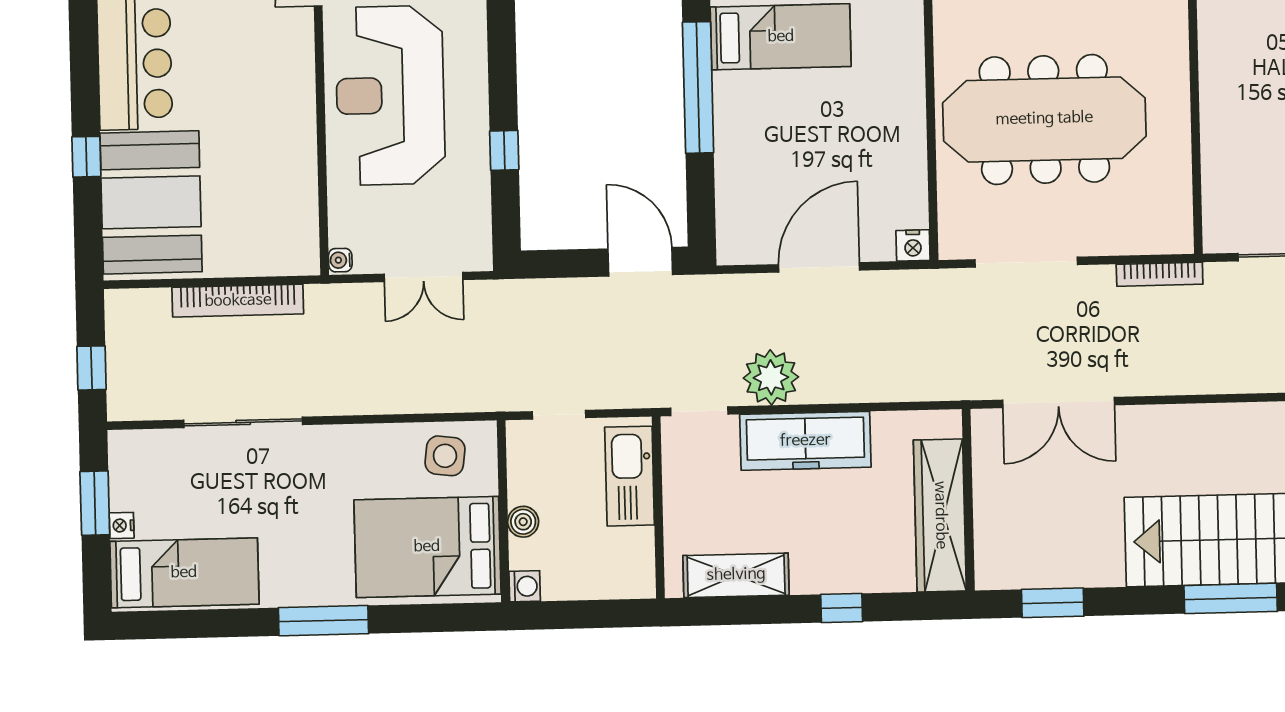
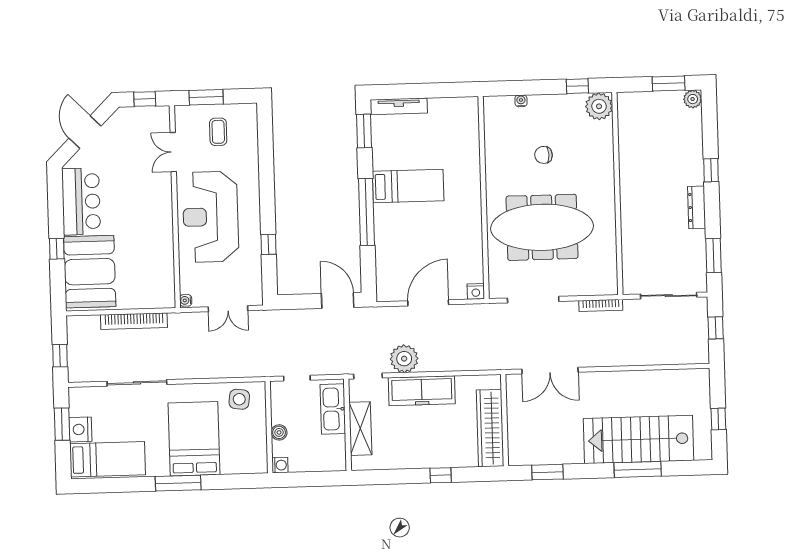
nightstand: (122, 525) -> (80, 429), width x1.89, depth x1.79
bed: (427, 547) -> (194, 439), moved, turned 90
shelving: (736, 575) -> (360, 429), moved, turned 90

